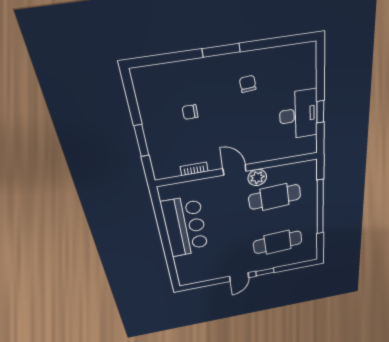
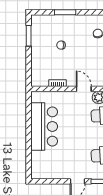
window: (221, 50) -> (65, 12), moved
window: (141, 141) -> (29, 36), moved

